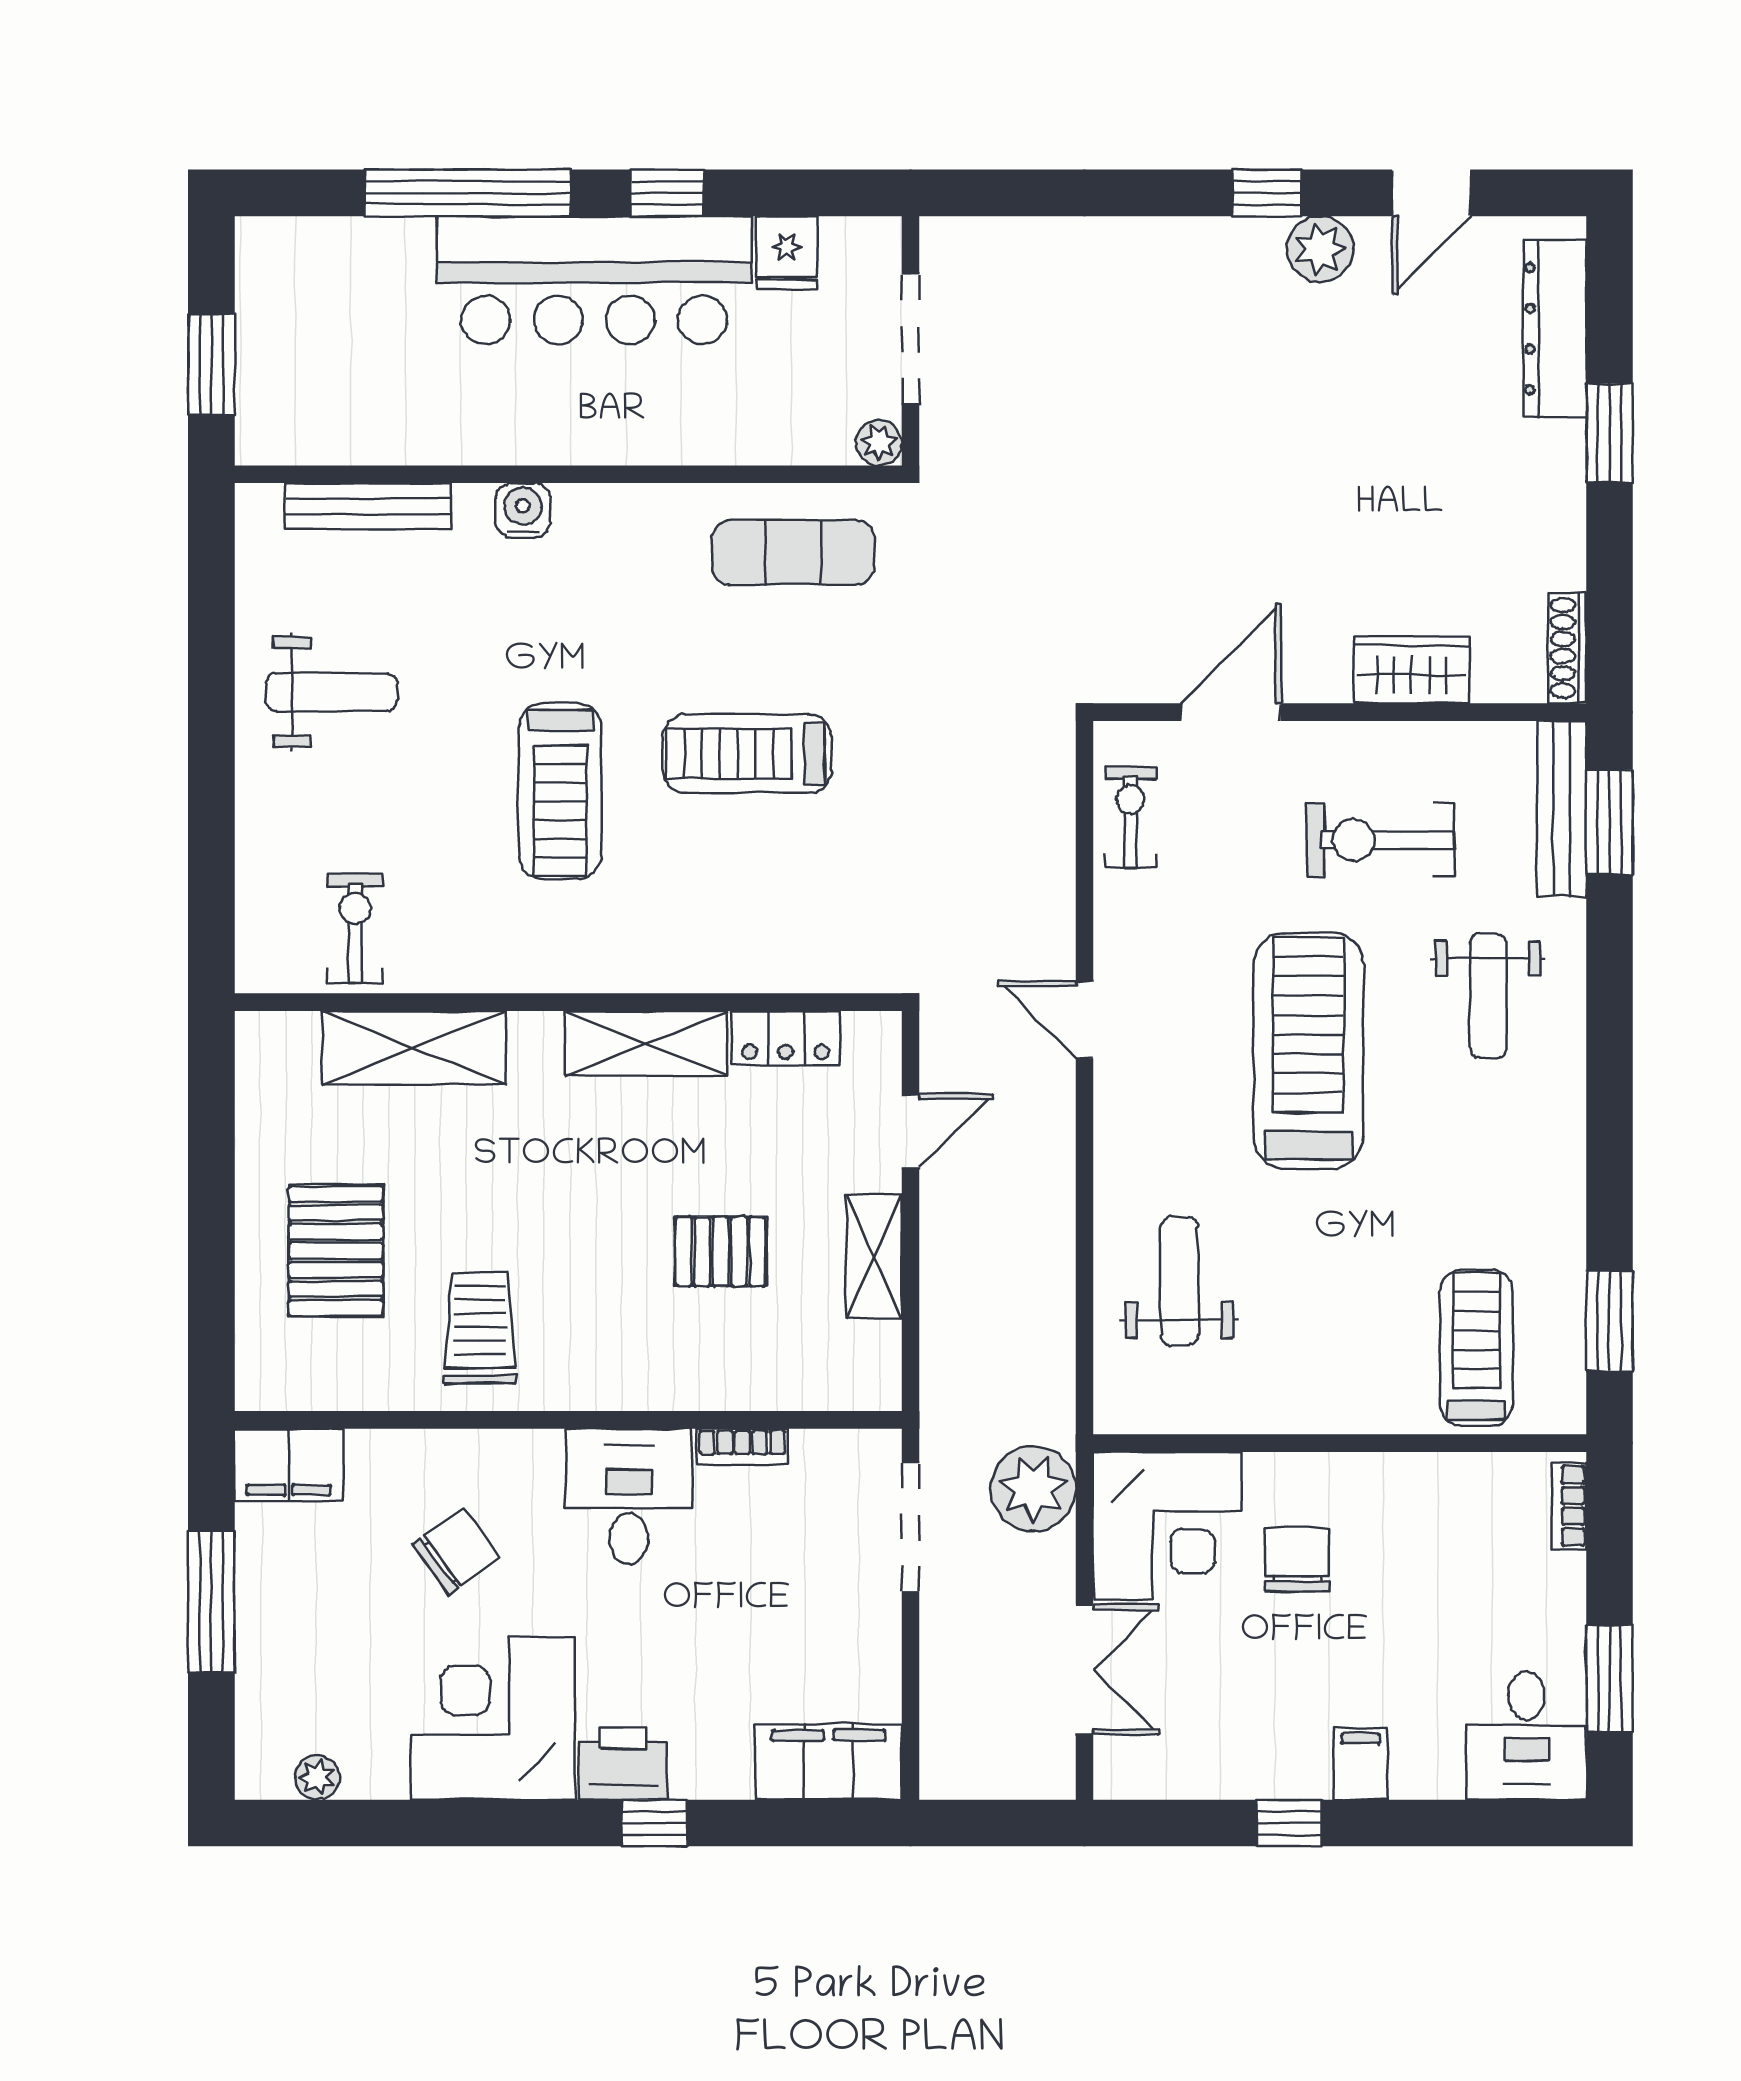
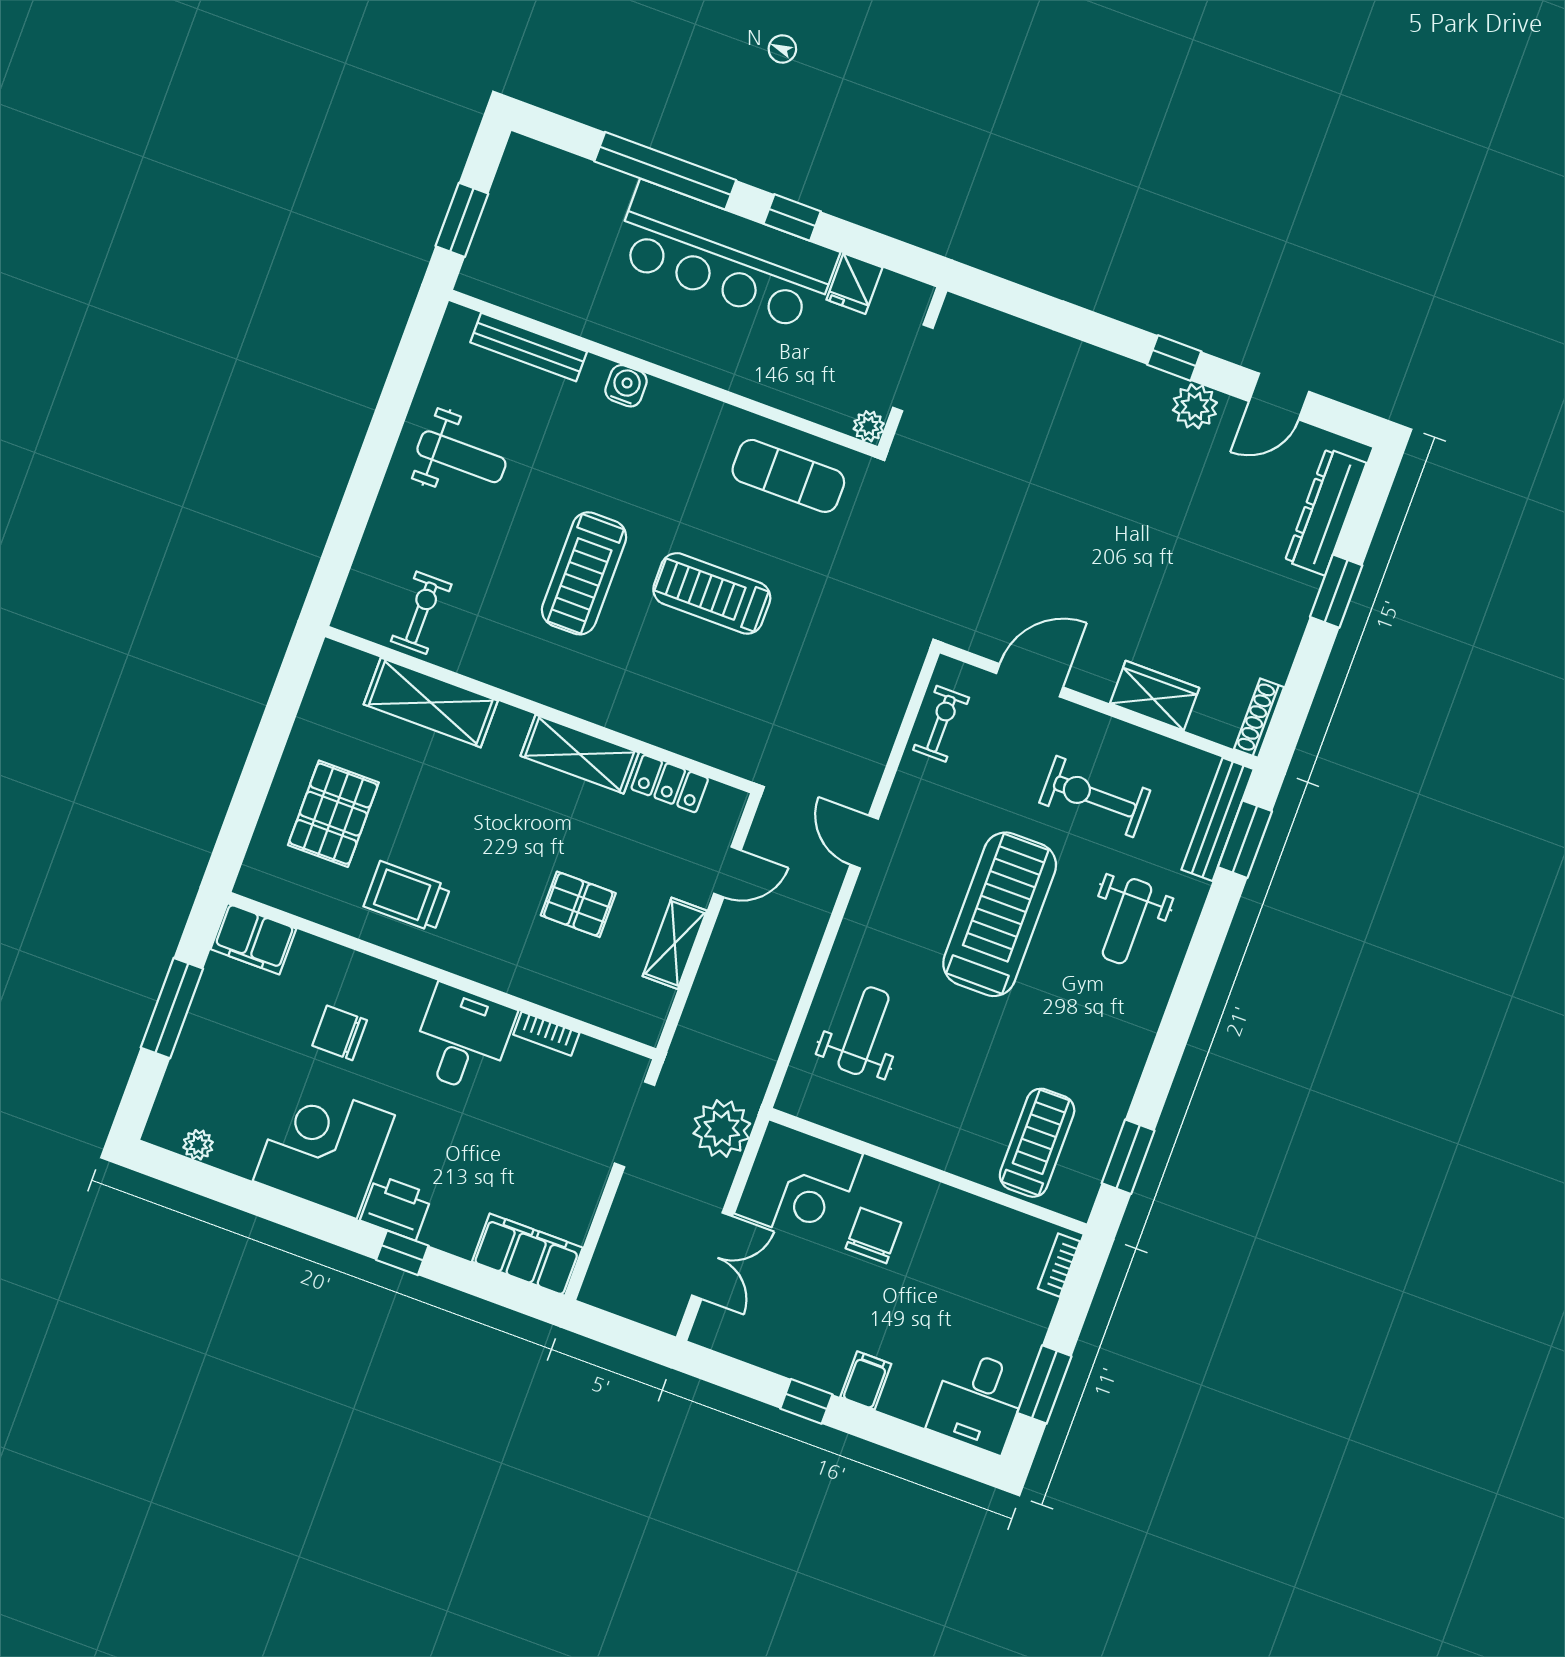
trolley: (480, 1328) -> (407, 897), turned -90
chair: (456, 1551) -> (340, 1033), turned -144

